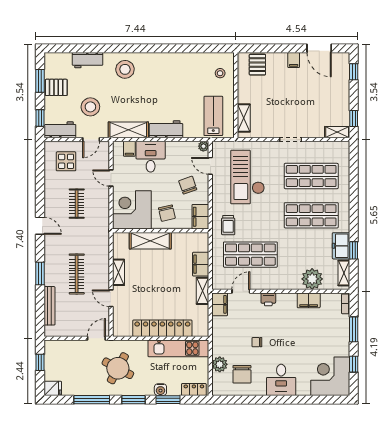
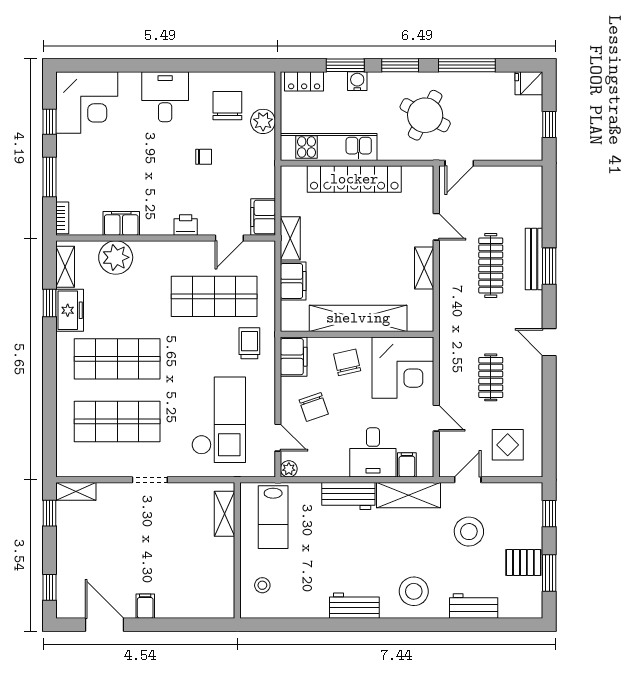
pallet: (257, 65) -> (203, 599), removed
workbench: (60, 130) -> (354, 606), moved, turned 180
shelving: (150, 241) -> (358, 318), width x1.47
bench: (49, 306) -> (534, 259), moved

